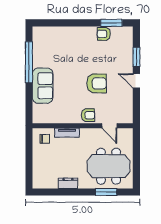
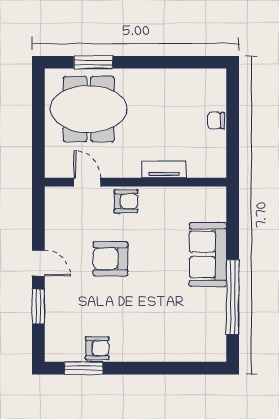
armchair: (88, 115) -> (126, 201), turned 180
chair: (45, 139) -> (216, 120), moved
dresser: (68, 183) -> (162, 78), removed

